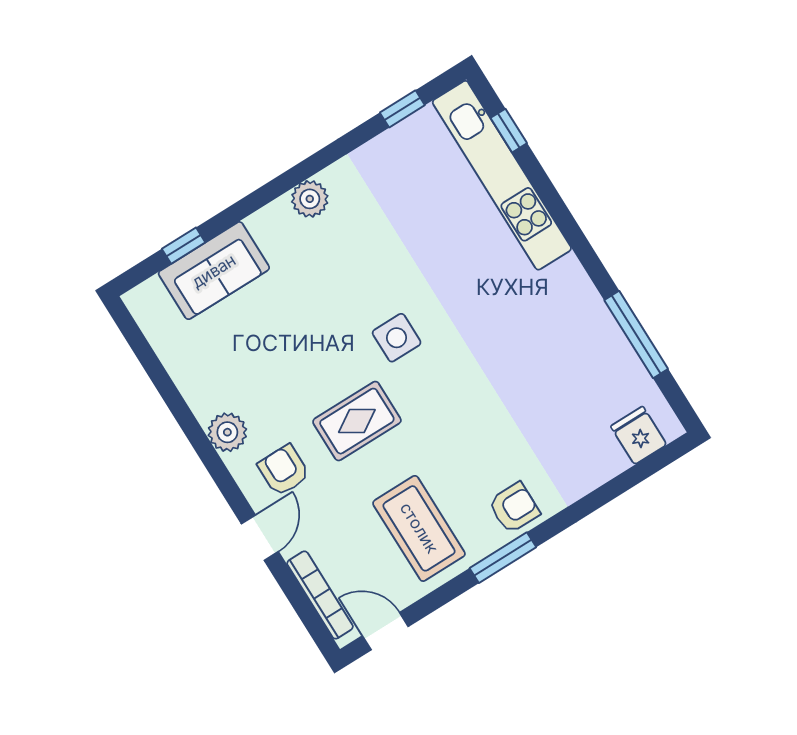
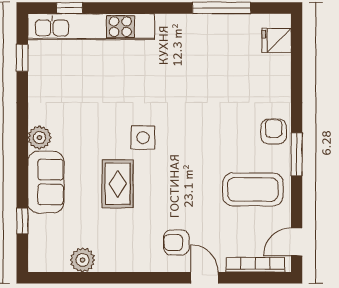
sofa: (214, 271) -> (46, 182), moved
rug: (357, 421) -> (118, 184), moved
plant: (227, 432) -> (83, 260), moved

